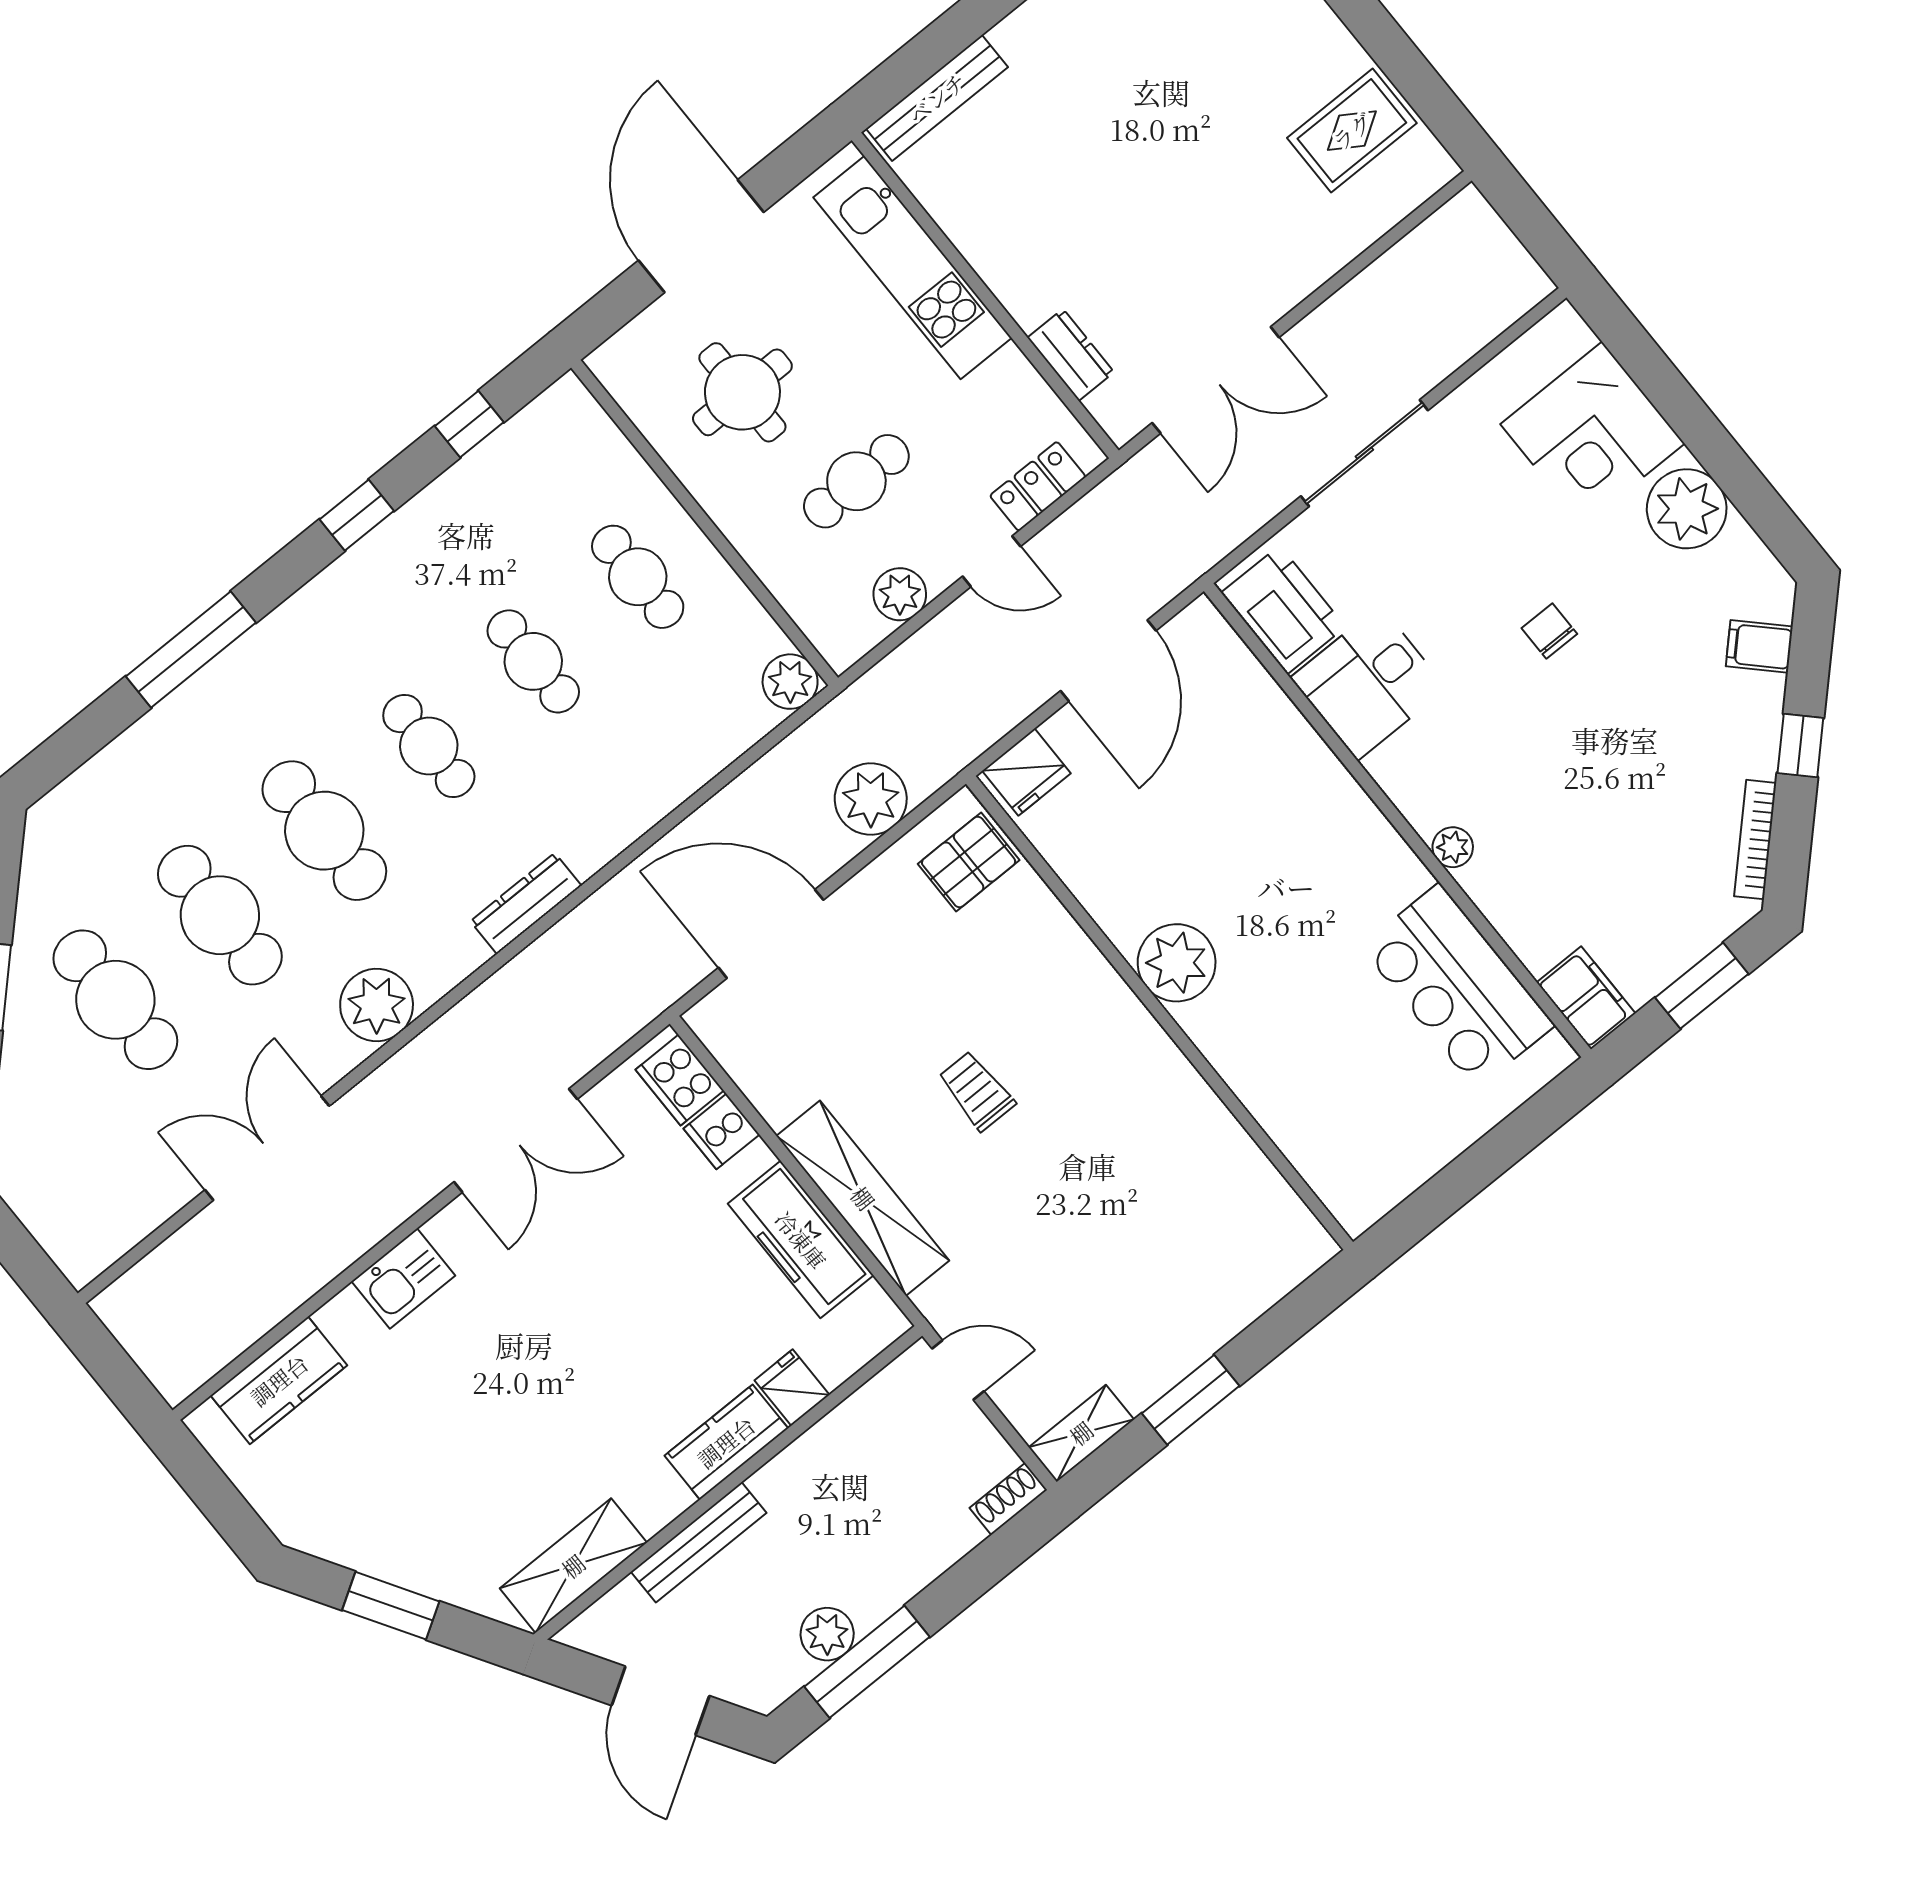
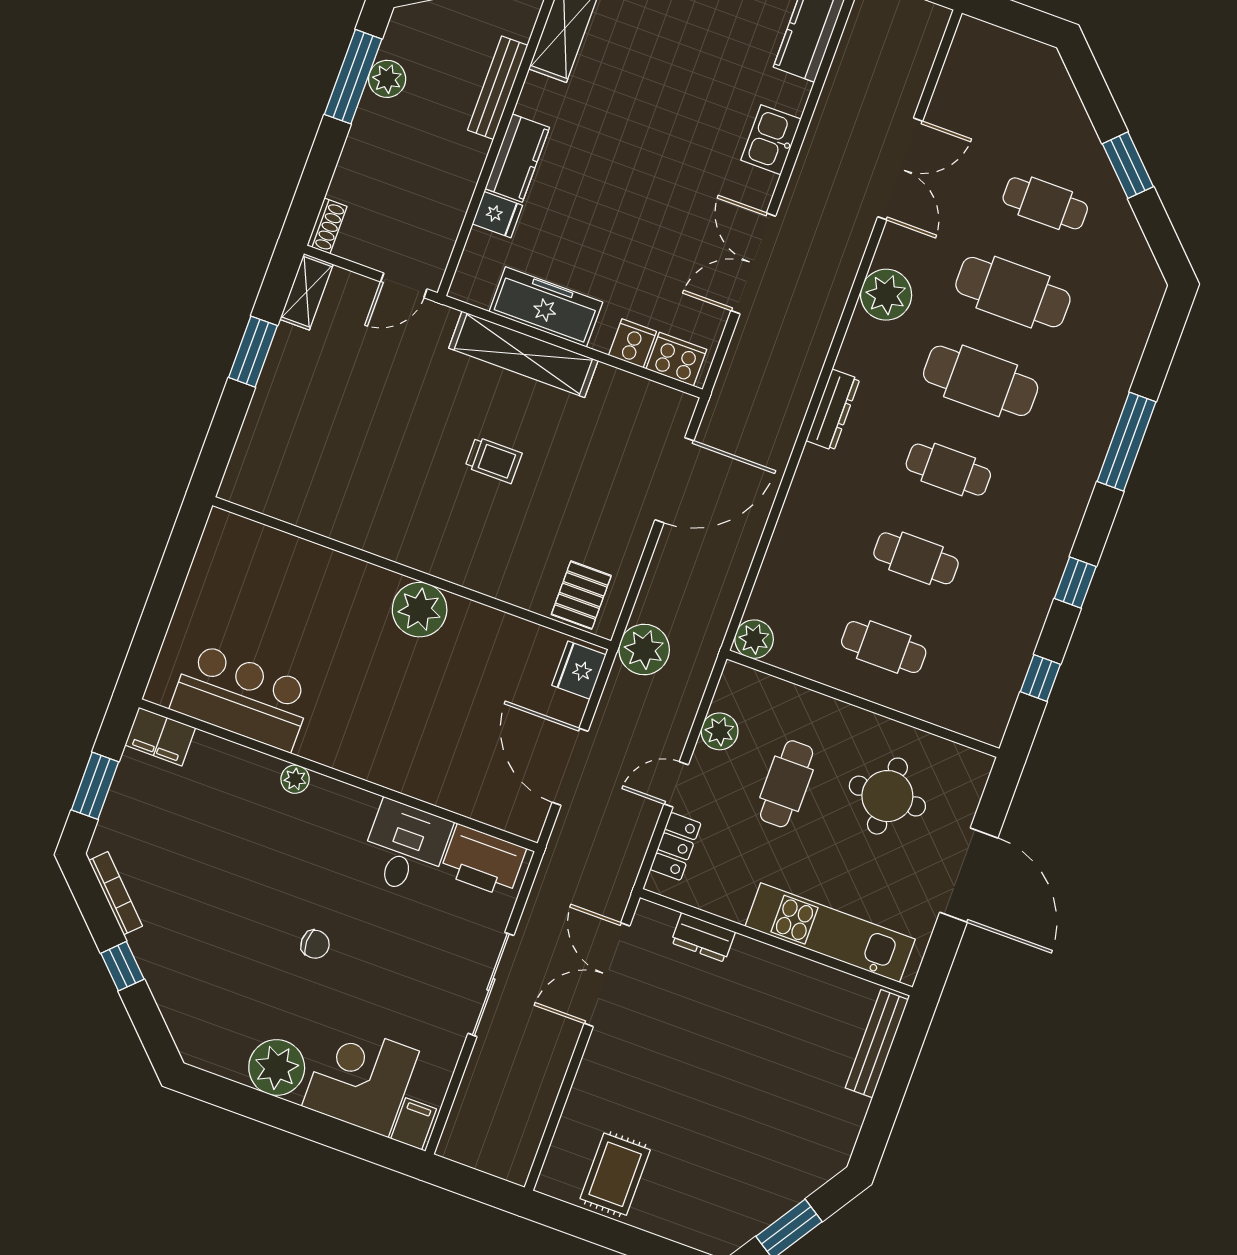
filing cabinet: (1759, 646) -> (414, 1124), moved, turned -45
plant: (871, 799) -> (644, 650), moved
cafe table: (115, 1000) -> (1045, 203), width x0.73, depth x0.74

